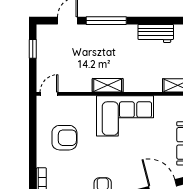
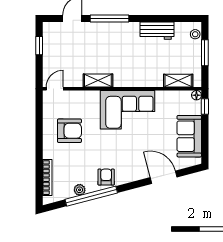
shelving: (108, 85) -> (98, 80), moved

